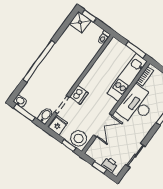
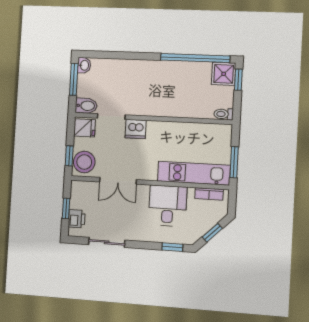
window: (39, 61) -> (195, 58), moved
desk: (136, 105) -> (168, 206), width x0.73

